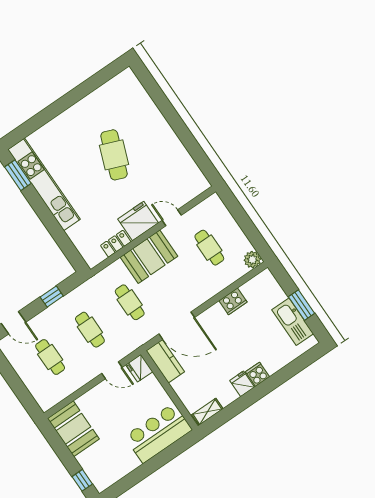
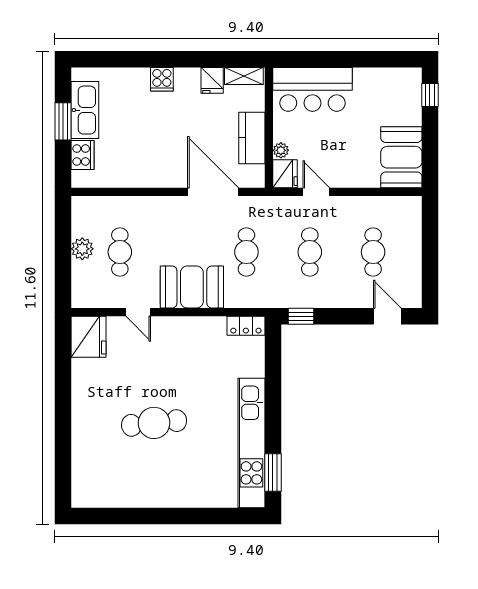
cafe table: (114, 155) -> (154, 423), turned 63
fridge: (138, 221) -> (89, 337), moved, turned -90
locker: (116, 244) -> (246, 326), moved
plant: (252, 260) -> (82, 249), moved
window: (52, 296) -> (301, 316), moved
cooker: (233, 301) -> (82, 155), moved, turned 90
kitchen counter: (165, 361) -> (252, 138), moved
plant: (152, 381) -> (281, 150), added
fridge: (242, 384) -> (212, 80), moved

